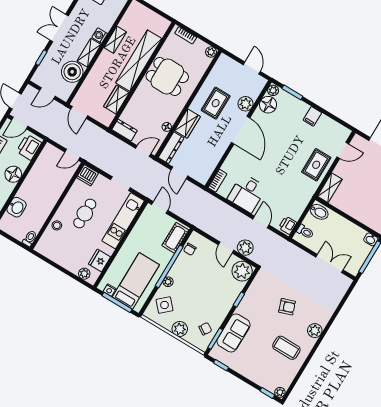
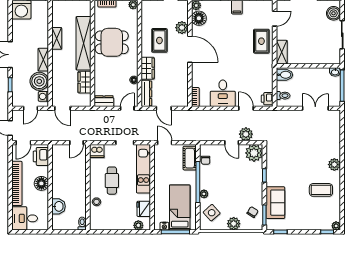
washing machine: (100, 35) -> (43, 96), moved
armchair: (287, 307) -> (303, 159), removed

